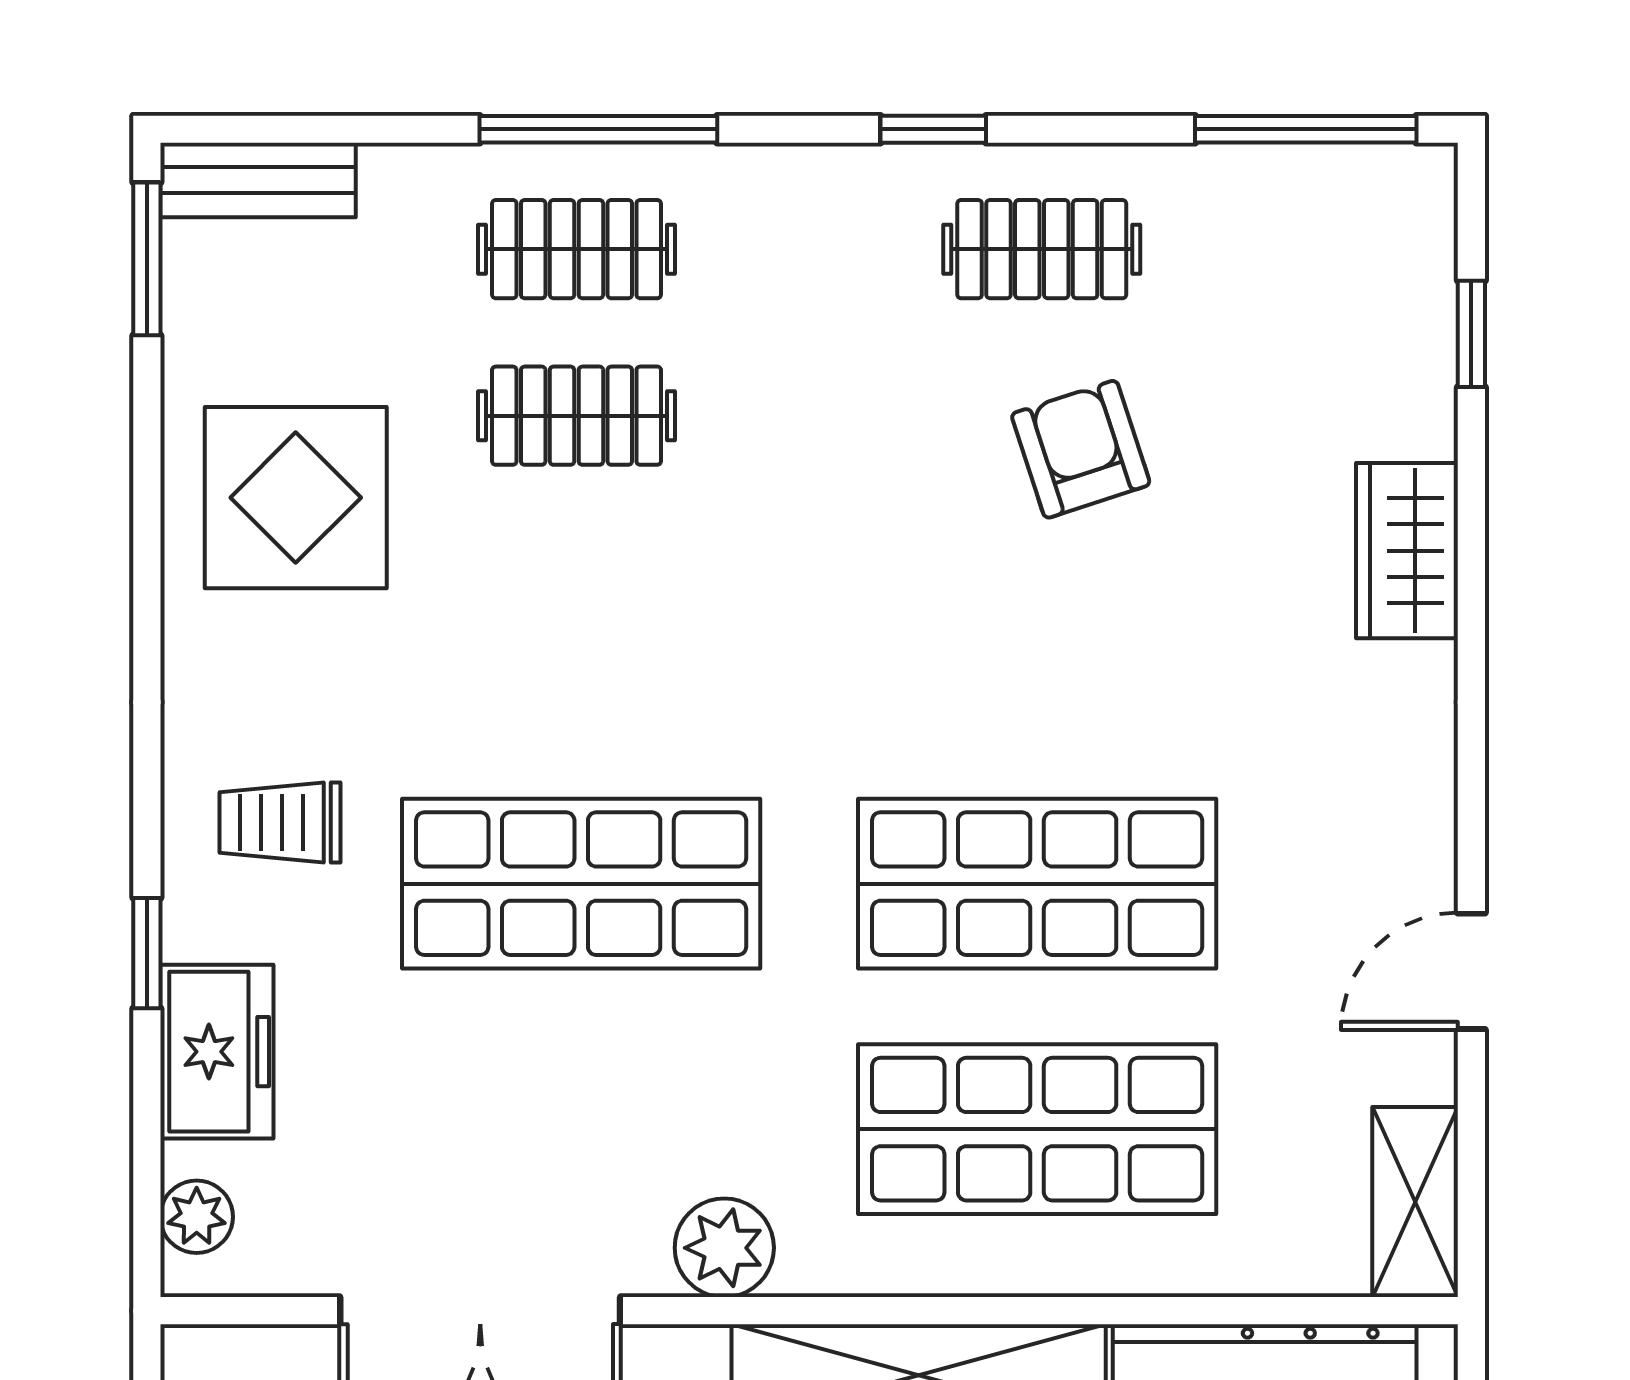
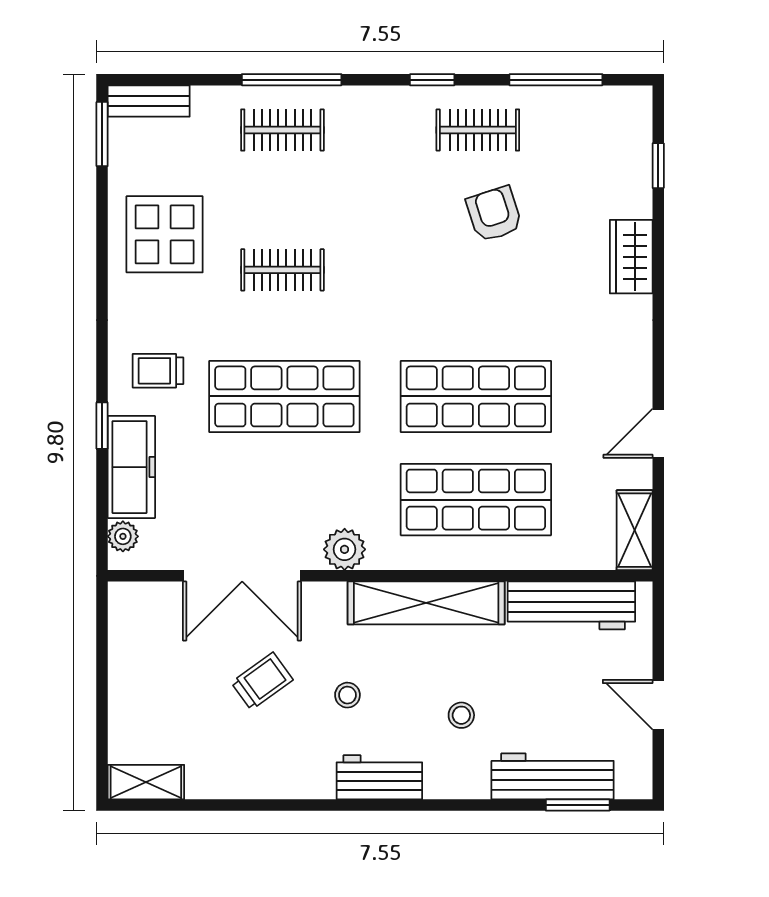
window: (1306, 129) -> (556, 80), moved
clothes rail: (576, 416) -> (282, 270), moved
freezer: (217, 1052) -> (131, 467), width x1.40

